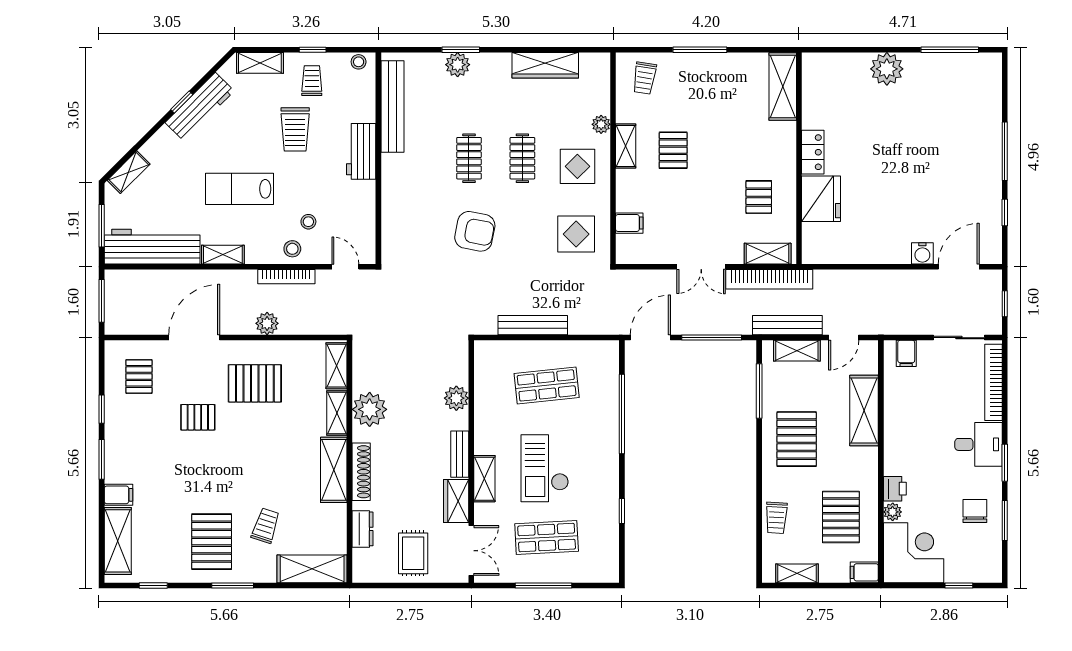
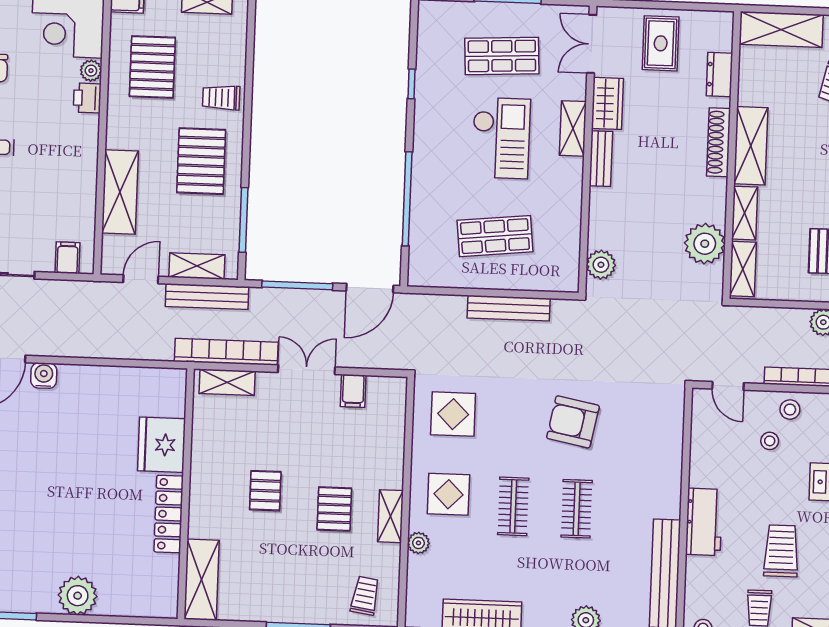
locker: (813, 152) -> (169, 514), width x1.53
pallet: (759, 197) -> (265, 491), moved
filing cabinet: (629, 223) -> (353, 391), moved, turned -90
plant: (456, 398) -> (601, 265), moved
plant: (370, 409) -> (705, 244), moved
trolley: (776, 518) -> (221, 98), moved, turned -93

